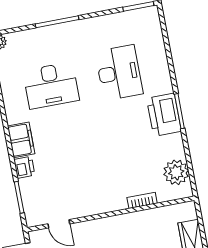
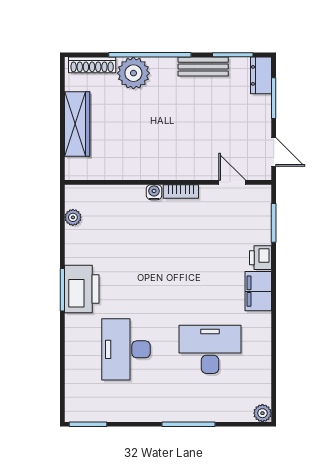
plant: (176, 172) -> (73, 217), width x0.53, depth x0.53
bookcase: (142, 200) -> (181, 191), moved
water cooler: (120, 204) -> (154, 192), added

